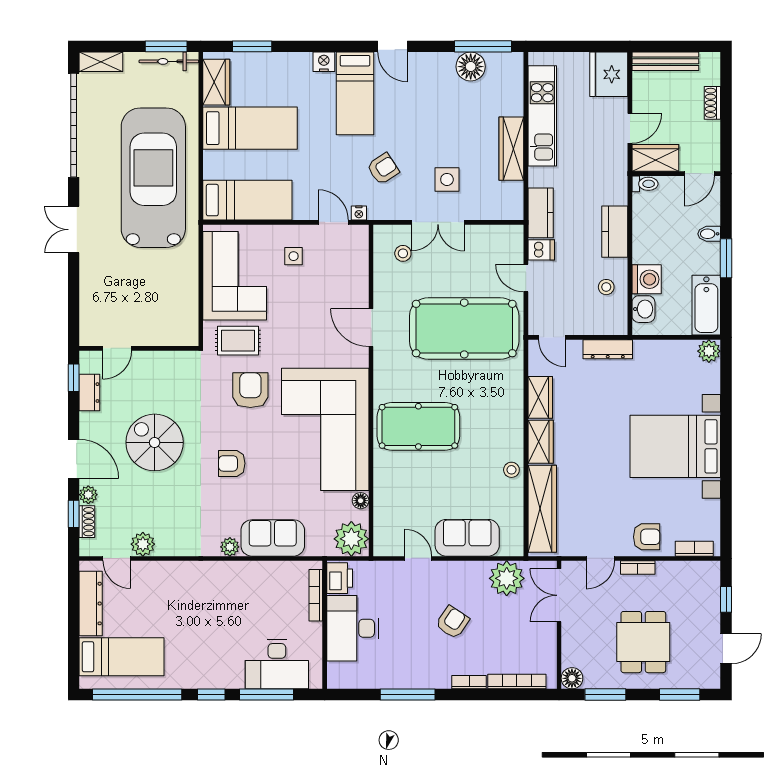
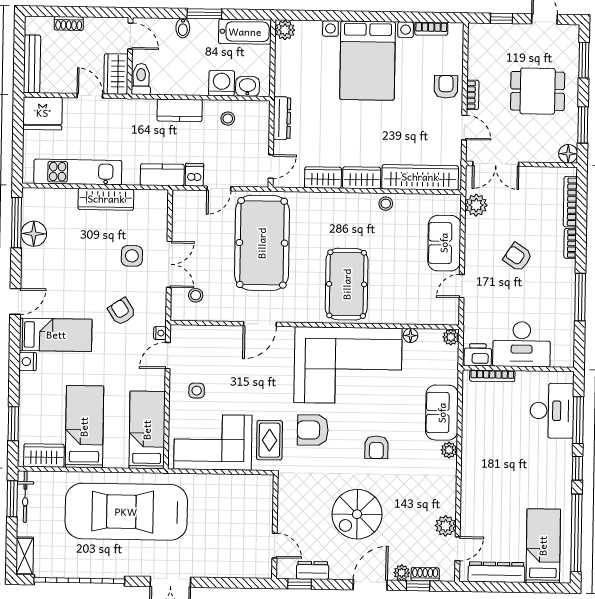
toilet: (645, 184) -> (141, 79), width x1.37, depth x1.39
plant: (351, 539) -> (451, 337), width x0.53, depth x0.53
bookcase: (694, 549) -> (431, 29), moved, turned -90
plant: (507, 578) -> (476, 205), width x0.73, depth x0.73

